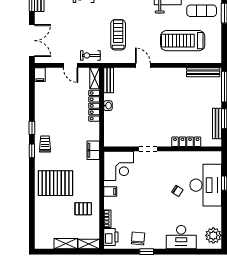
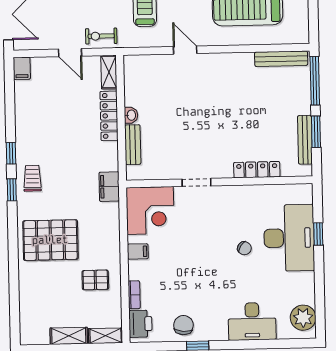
bench: (109, 80) -> (133, 145), moved

